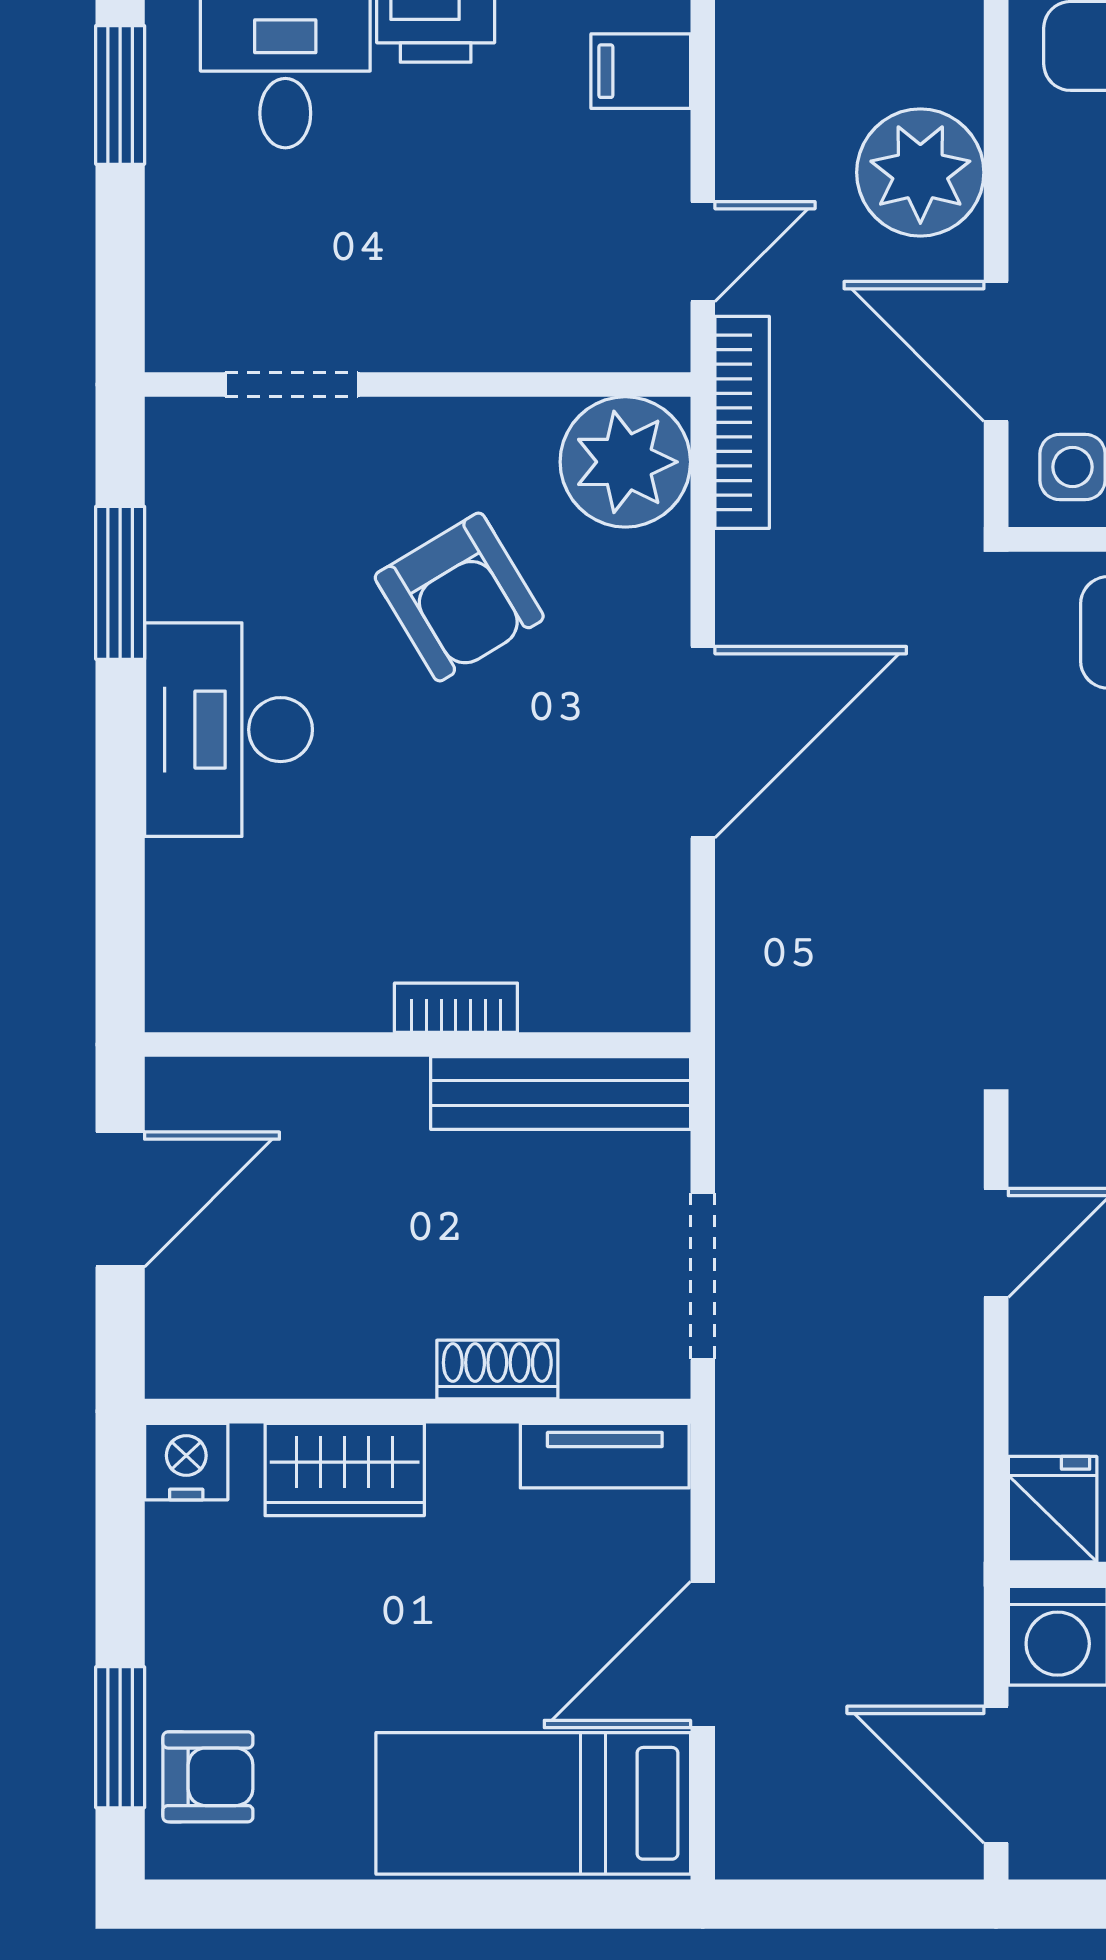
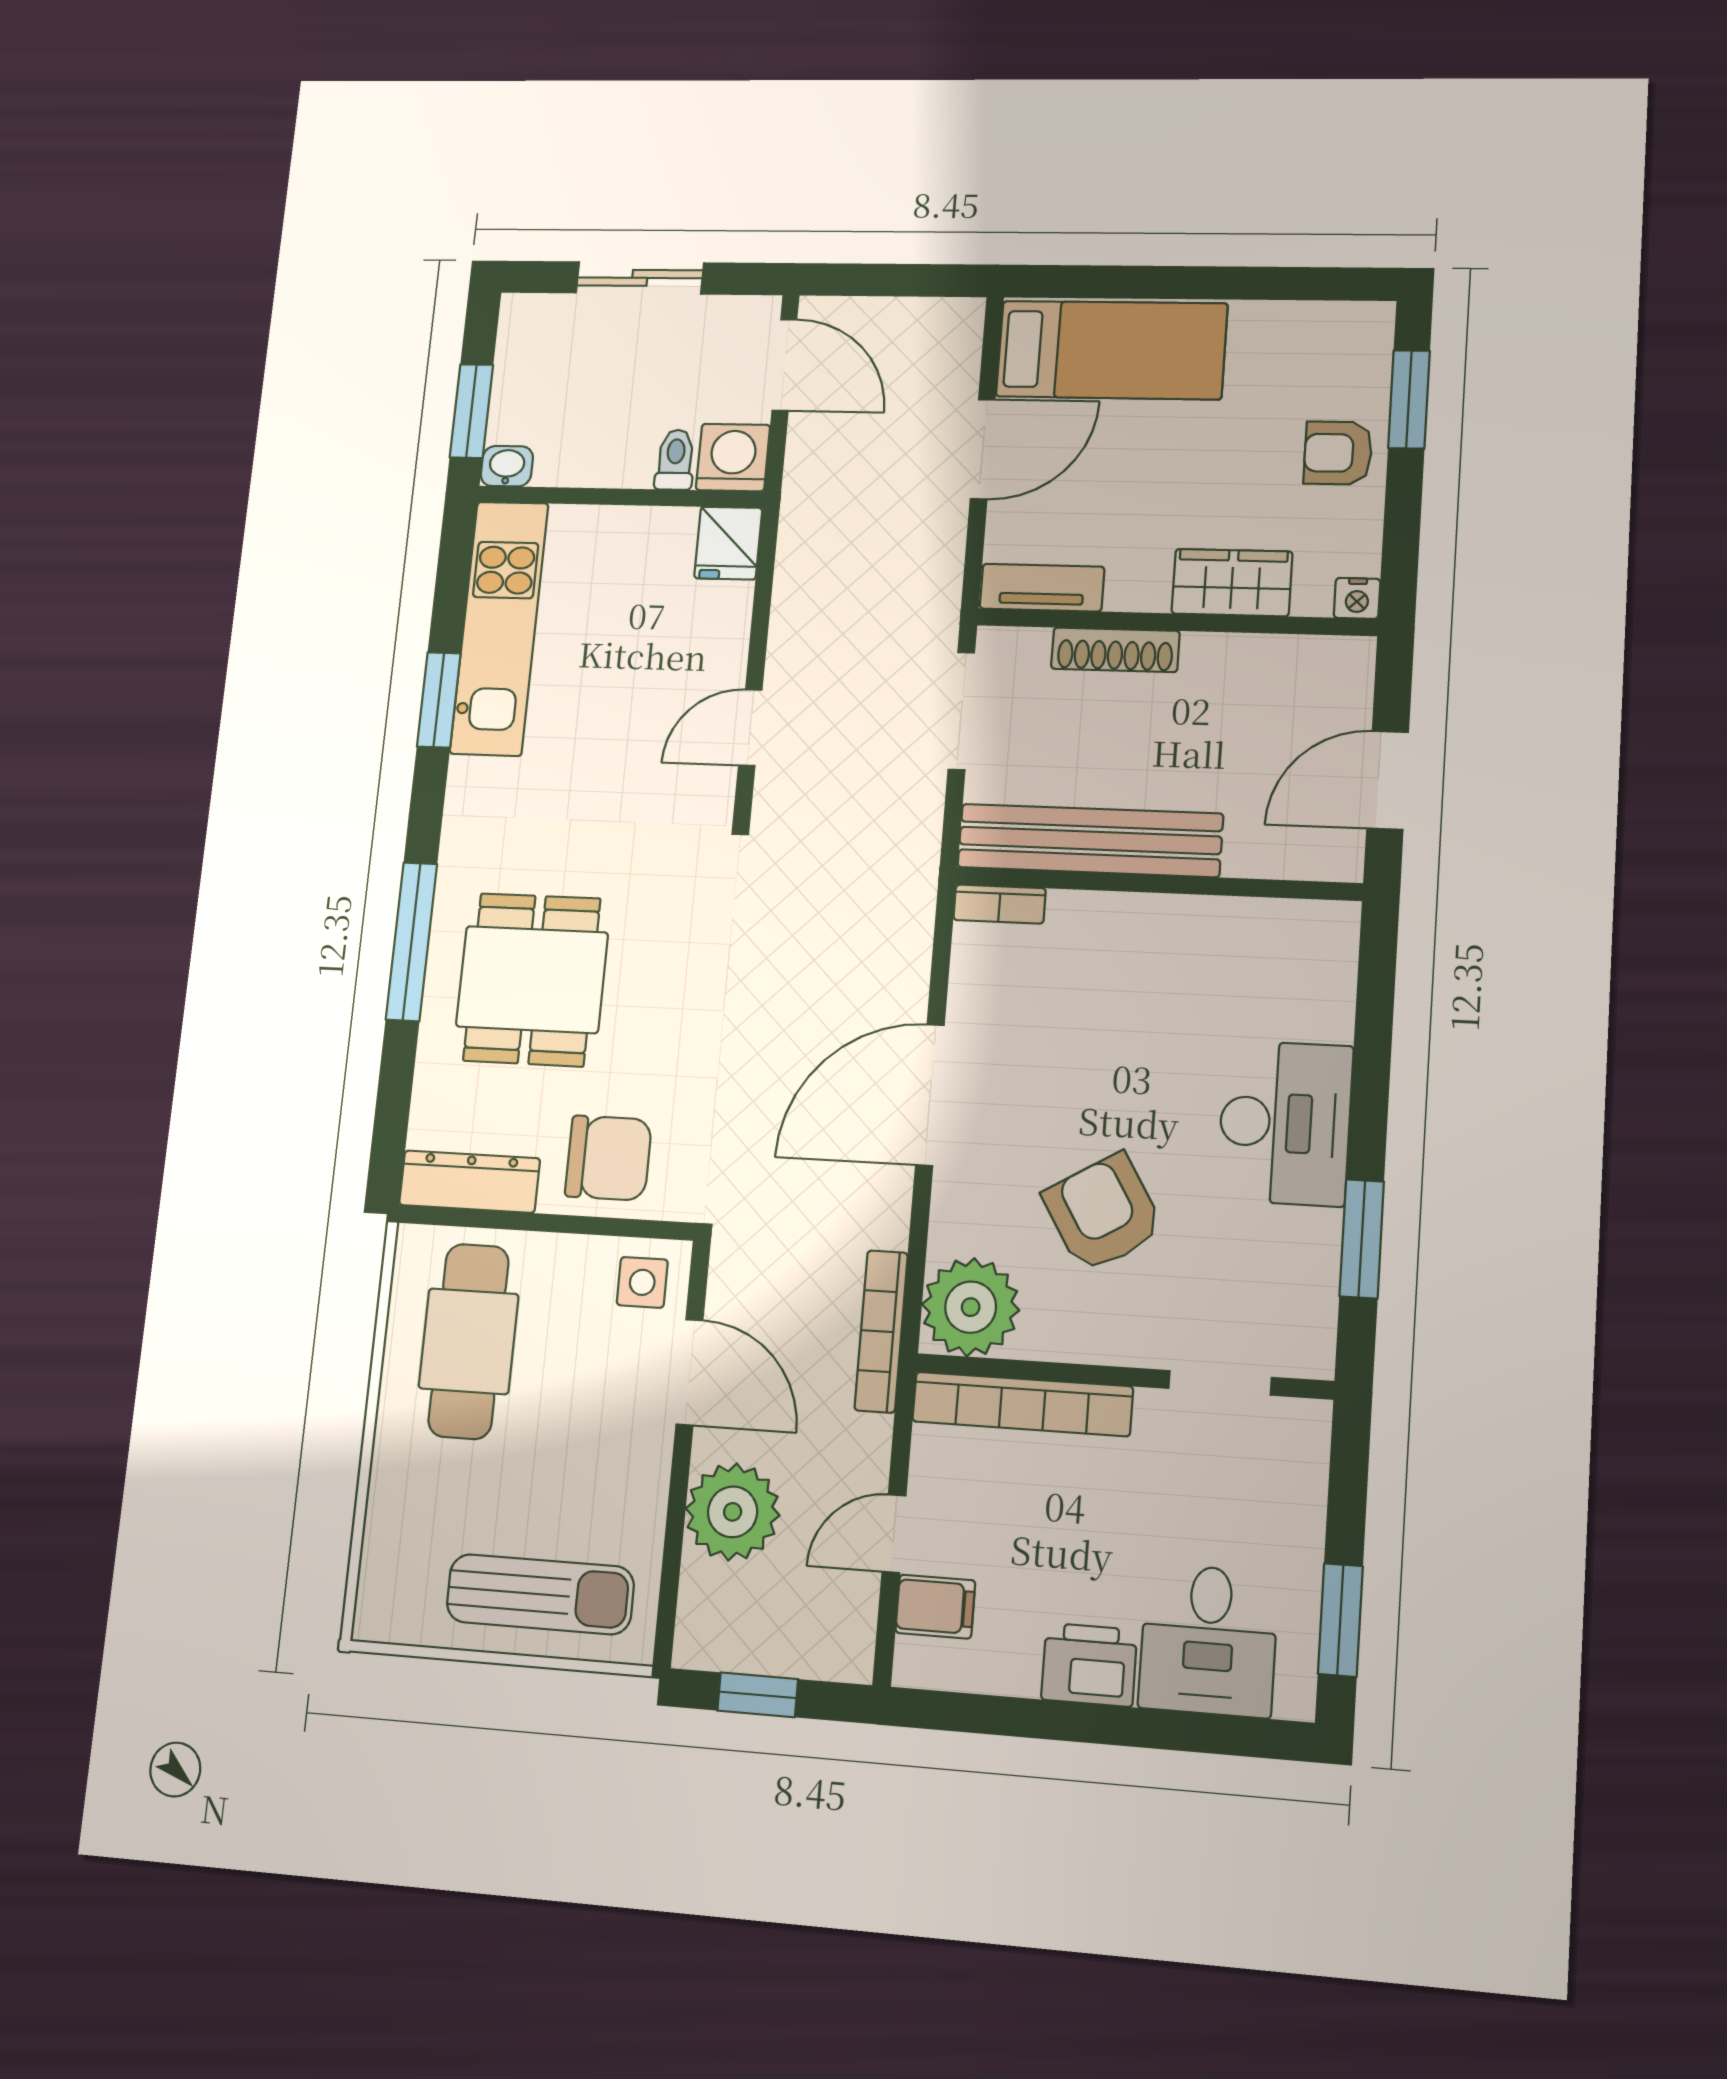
door: (703, 252) -> (894, 1534), moved
bookcase: (547, 340) -> (1022, 1404), added
bookcase: (456, 1008) -> (1000, 904), moved
bench: (561, 1093) -> (1090, 840), width x1.37, depth x1.21
shoe rack: (497, 1370) -> (1115, 650), width x1.43
nightstand: (186, 1462) -> (1357, 598), width x0.72, depth x0.74
armchair: (208, 1777) -> (1338, 453), moved

